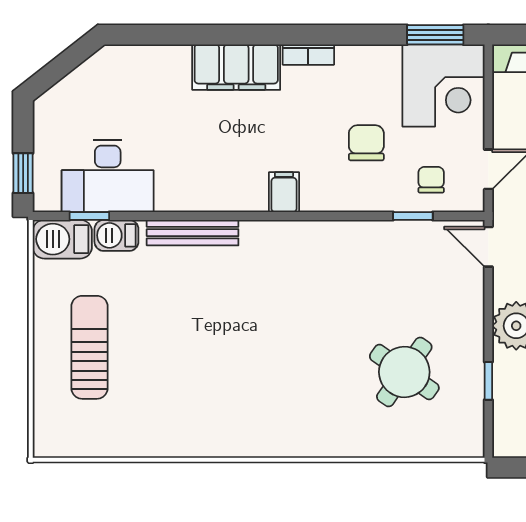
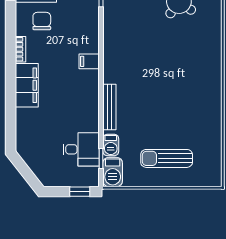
chair: (366, 143) -> (42, 21), moved, turned 90
desk: (108, 176) -> (81, 149), width x0.73

